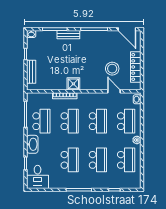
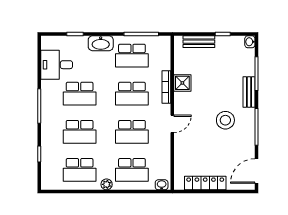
stool: (112, 69) -> (225, 120), moved
shower: (73, 84) -> (182, 83), moved
door: (114, 91) -> (172, 124), moved
desk: (38, 177) -> (57, 65), moved

